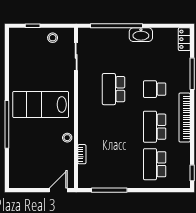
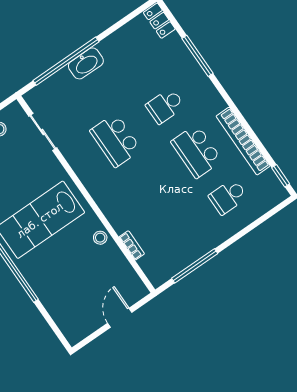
washbasin: (141, 35) -> (86, 63), moved
bookcase: (185, 117) -> (243, 141), moved
school desk: (155, 164) -> (228, 197), width x0.54
door: (58, 190) -> (120, 318), moved

